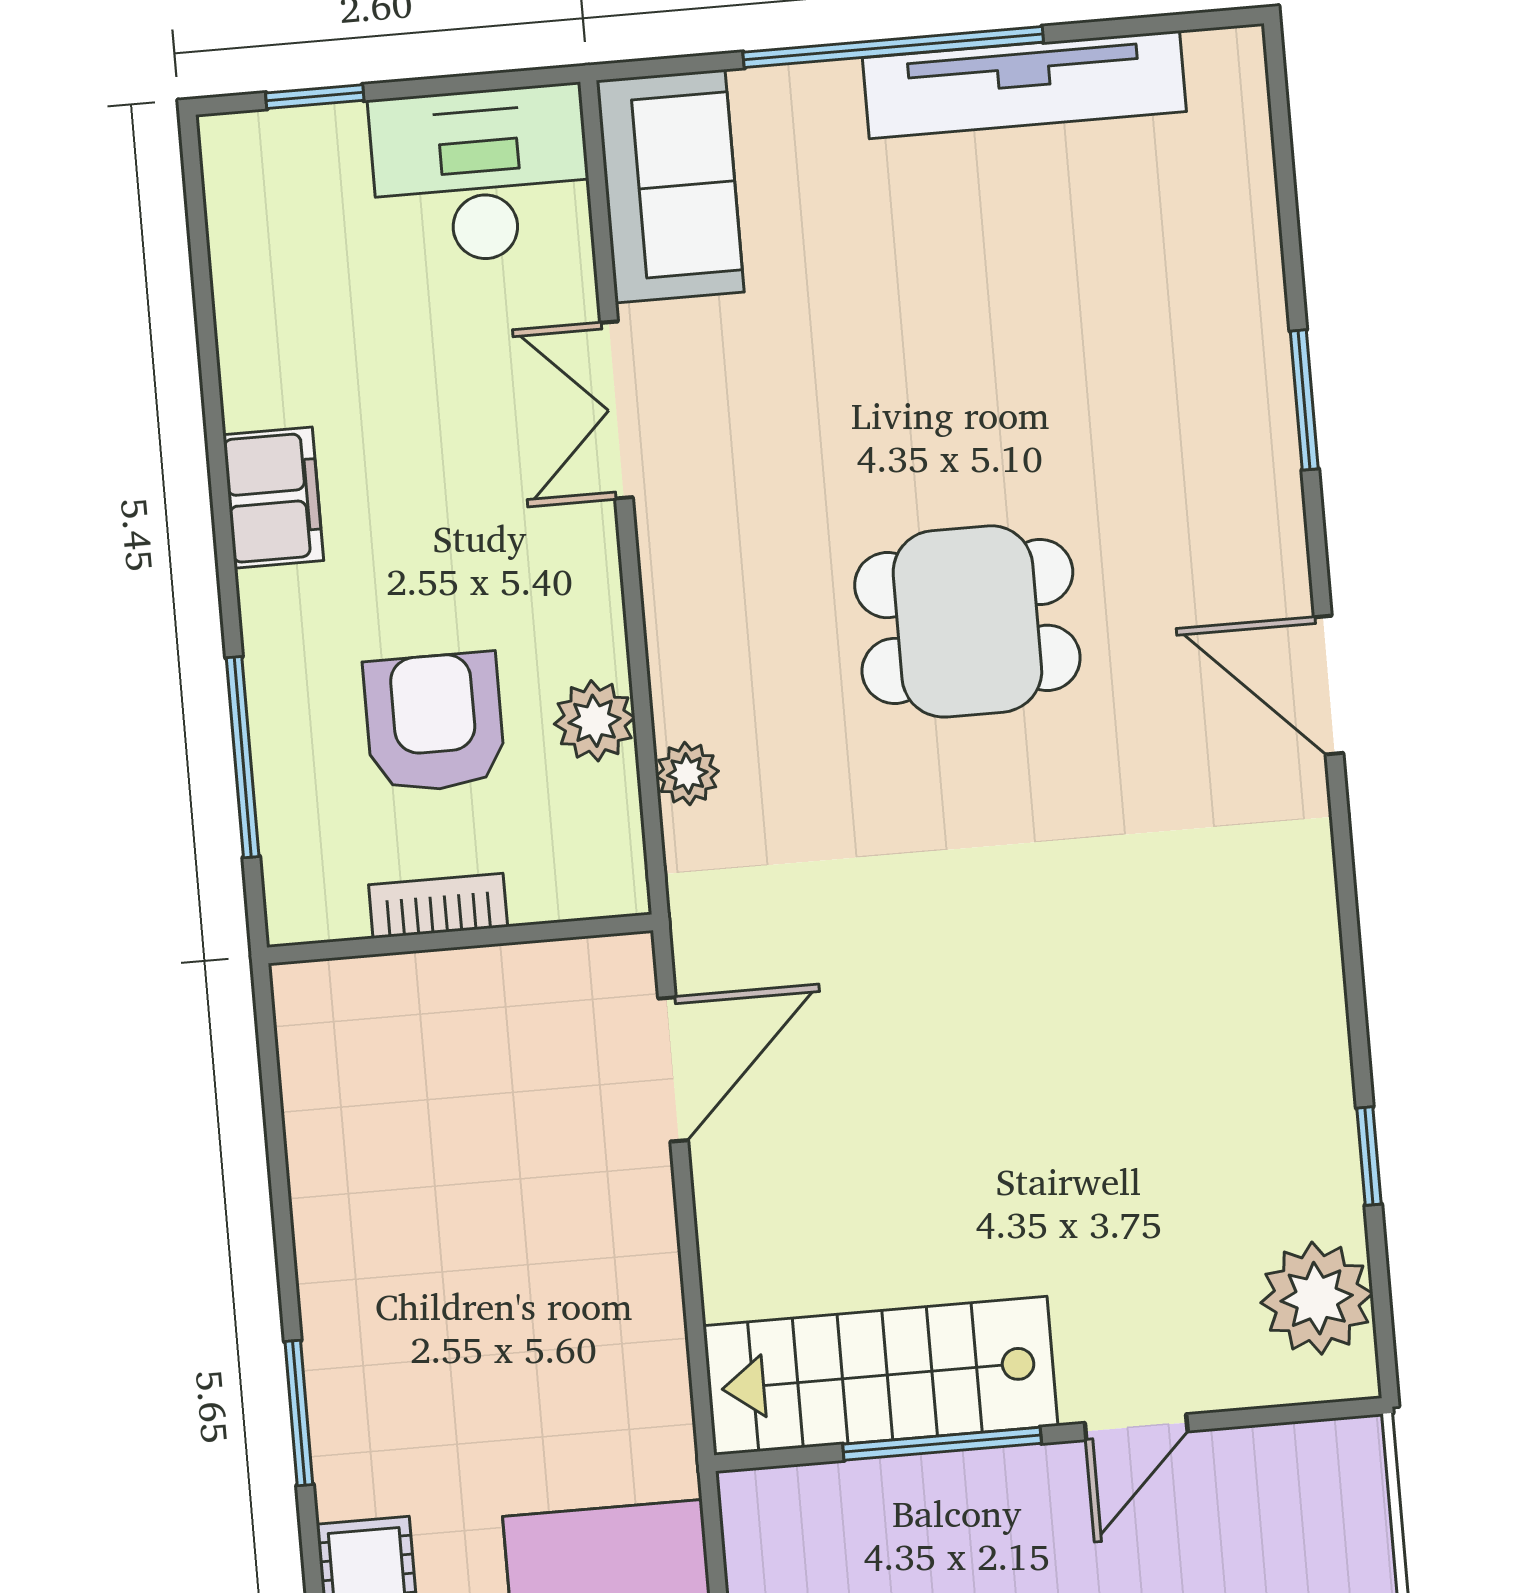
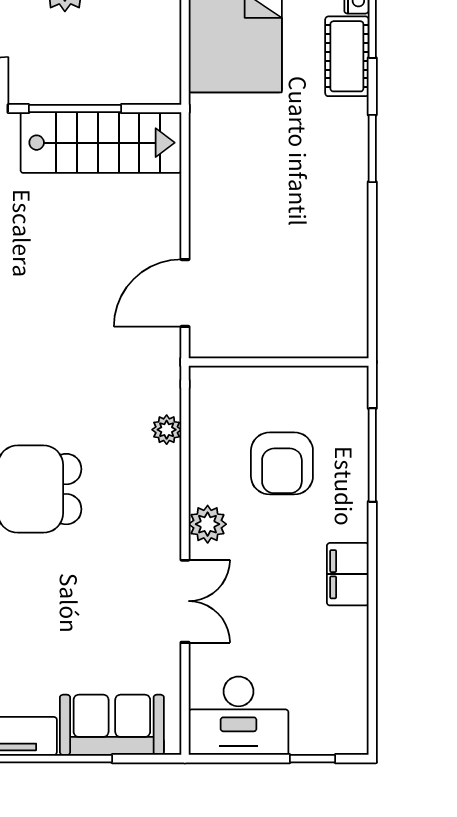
sofa: (670, 186) -> (112, 725), moved, turned 90
plant: (595, 721) -> (208, 524), moved
bookcase: (438, 906) -> (287, 378), removed

